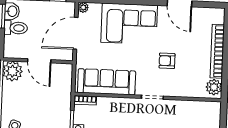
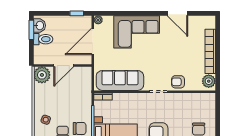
door: (39, 61) -> (64, 66), hinge flipped
armchair: (167, 61) -> (178, 82), moved

